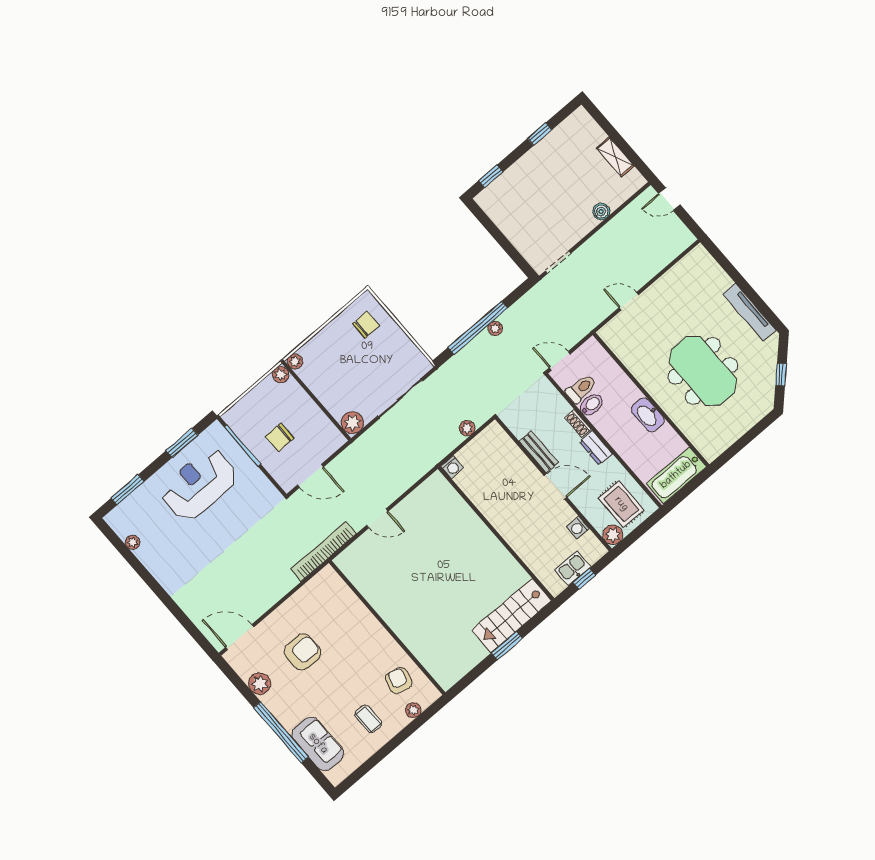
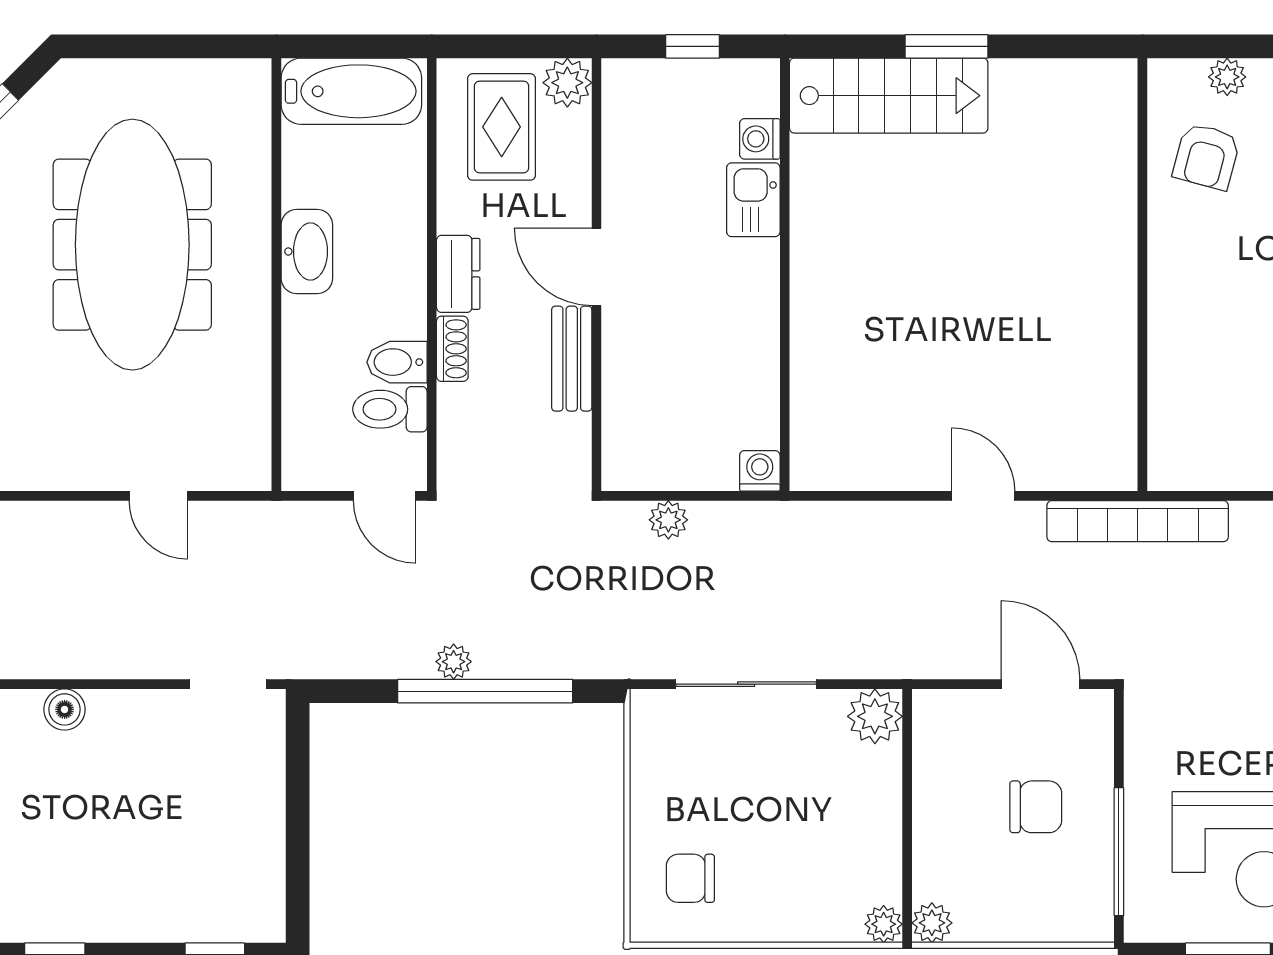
meeting table: (703, 371) -> (132, 245), width x1.36
washing machine: (578, 528) -> (760, 139), moved, turned 180
kitchen sink: (573, 568) -> (753, 200), moved, turned 90

